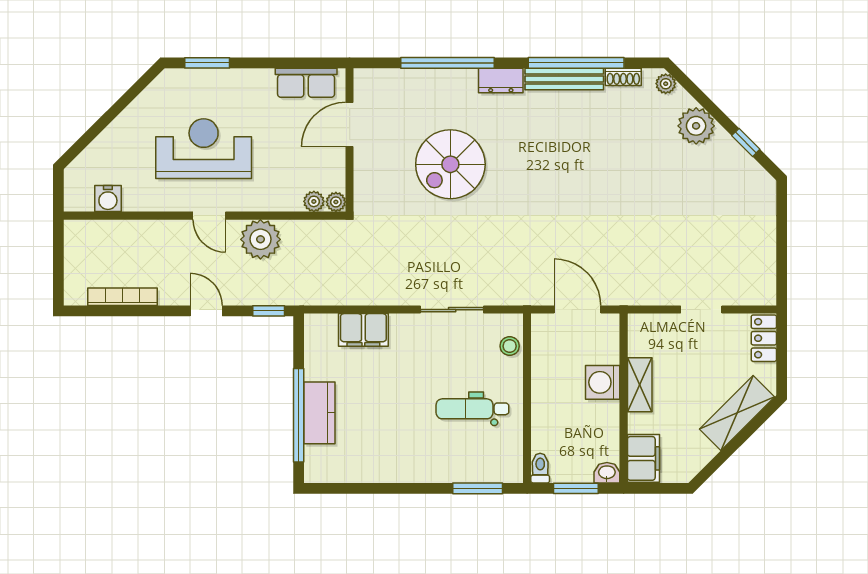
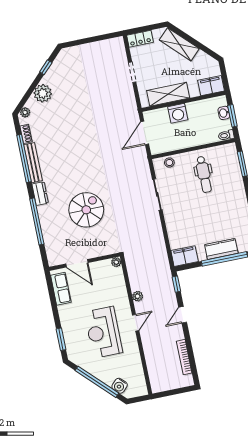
window: (109, 116) -> (97, 382), added
spiral stairs: (450, 164) -> (86, 210), turned -90
water cooler: (108, 199) -> (120, 386), moved, turned 135
plant: (314, 201) -> (118, 273), removed
plant: (260, 239) -> (138, 296), width x0.53, depth x0.53
filing cabinet: (363, 330) -> (185, 256), moved, turned -90
shelving: (640, 385) -> (168, 94), width x1.50, depth x1.33
washbasin: (607, 473) -> (224, 113), moved

